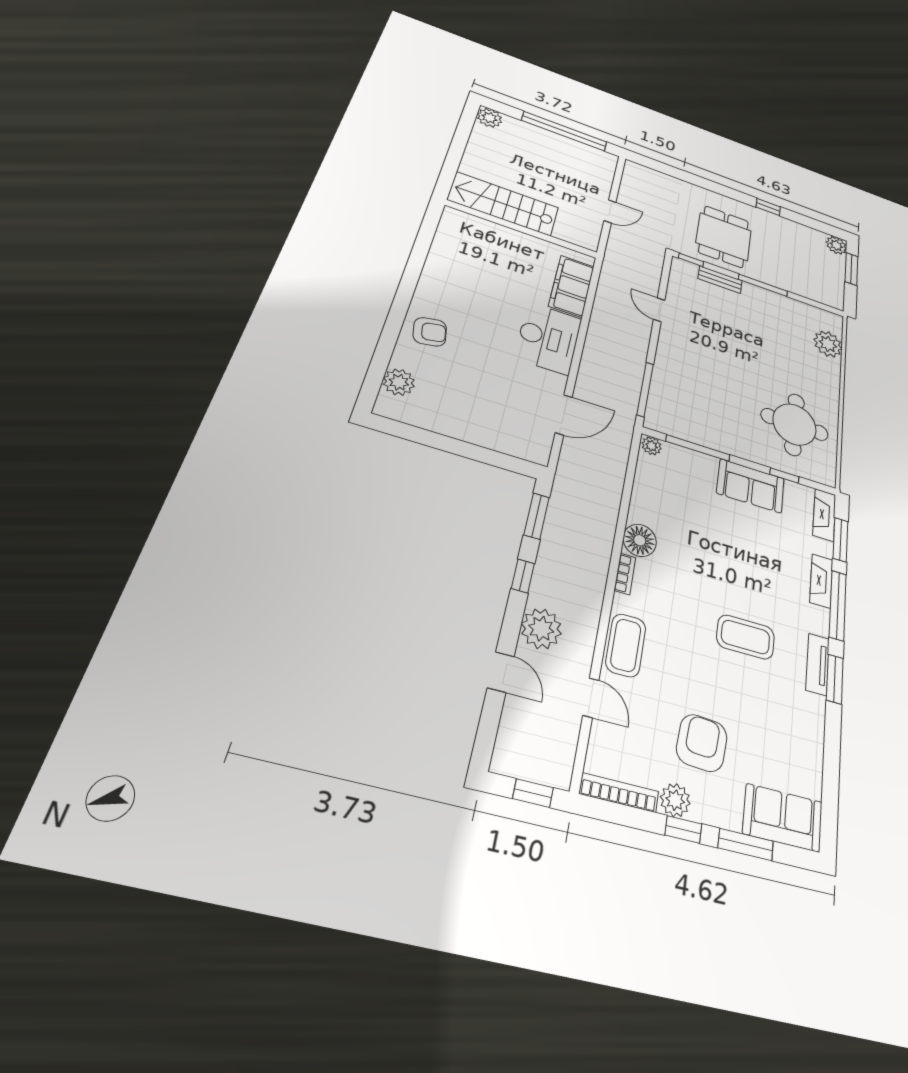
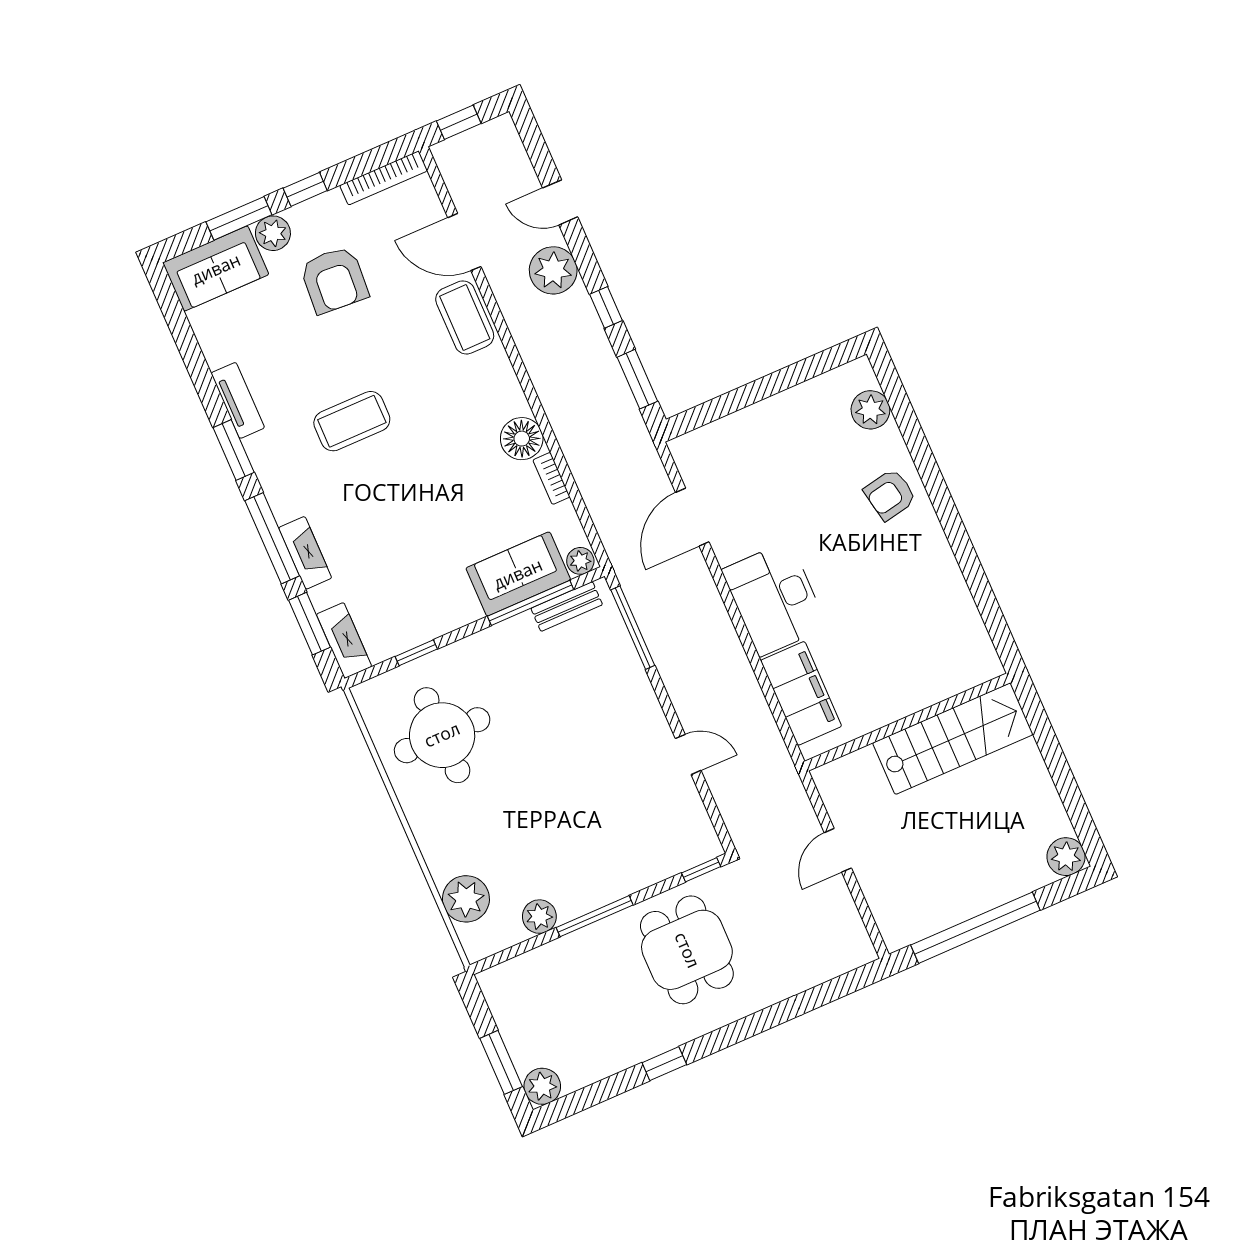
bench: (720, 280) -> (567, 607), moved
plant: (793, 307) -> (539, 917), added
sofa: (751, 486) -> (518, 574), moved
bookcase: (625, 574) -> (551, 478), moved
tv unit: (818, 664) -> (238, 400), moved
door: (591, 698) -> (464, 242), width x1.38
plant: (675, 800) -> (273, 233), moved

